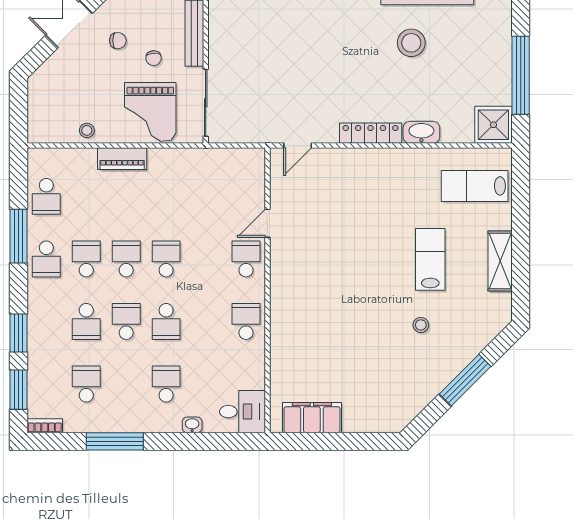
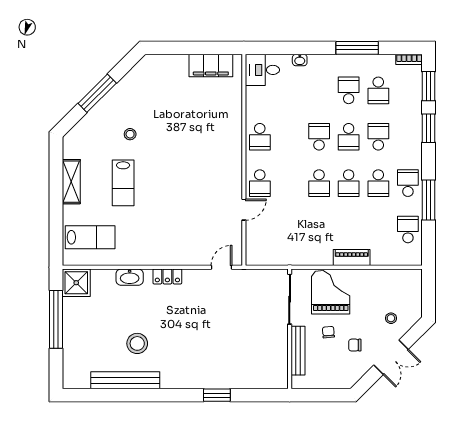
stool: (87, 130) -> (391, 318), moved
locker: (371, 133) -> (167, 276), width x0.66
school desk: (166, 384) -> (349, 90), moved, turned 180

